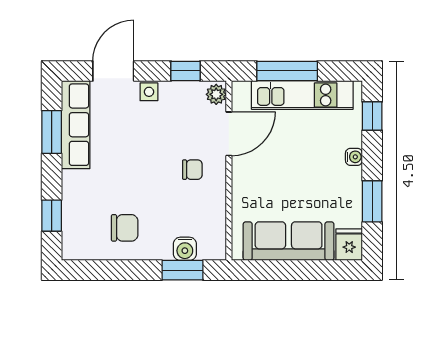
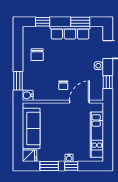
window: (287, 71) -> (108, 128), removed
plant: (216, 94) -> (97, 96), removed
window: (372, 116) -> (71, 166), moved
row of seats: (76, 125) -> (70, 33), moved
door: (229, 134) -> (79, 102), swing flipped
water cooler: (185, 249) -> (28, 95), moved

